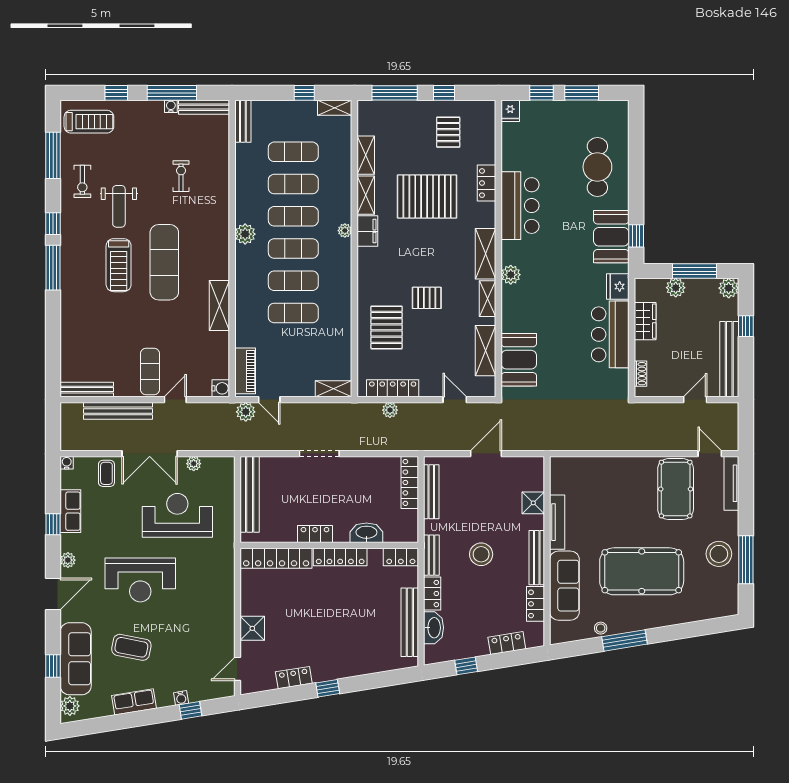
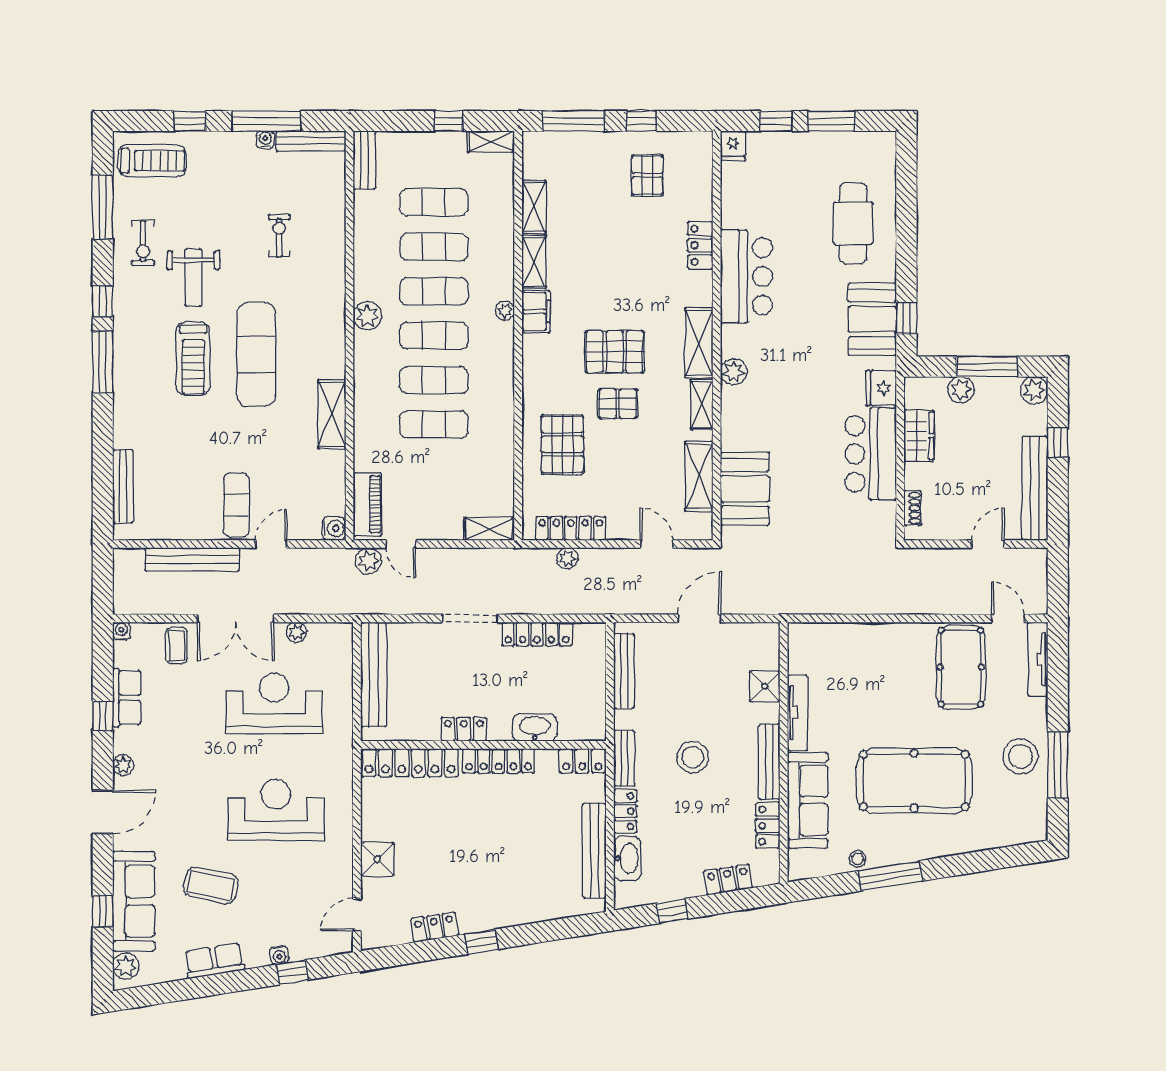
pallet: (427, 196) -> (615, 352), moved, width x0.73, depth x0.71
bench: (87, 390) -> (123, 486), moved, turned 90
locker: (410, 482) -> (537, 634), moved, turned -90
reception desk: (140, 580) -> (276, 810), moved, turned 180

